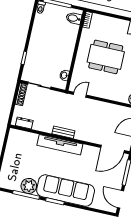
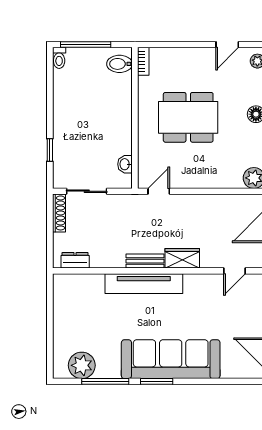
wardrobe: (85, 135) -> (182, 258), added
door: (112, 149) -> (235, 271), width x0.53
plant: (29, 186) -> (82, 365), moved

